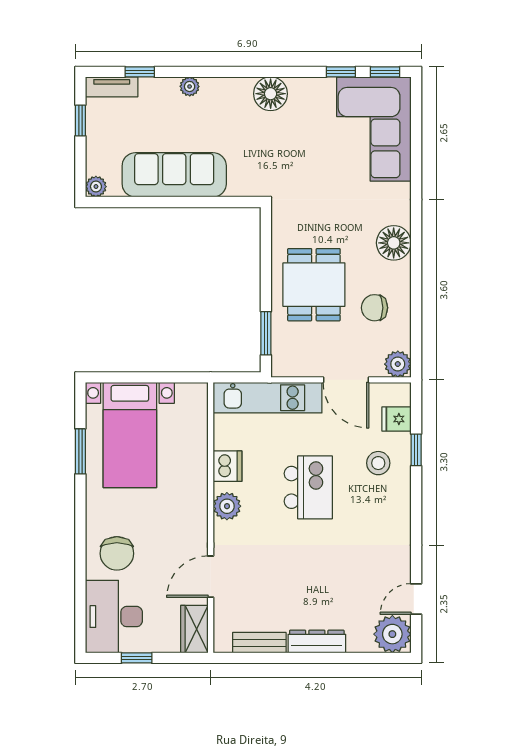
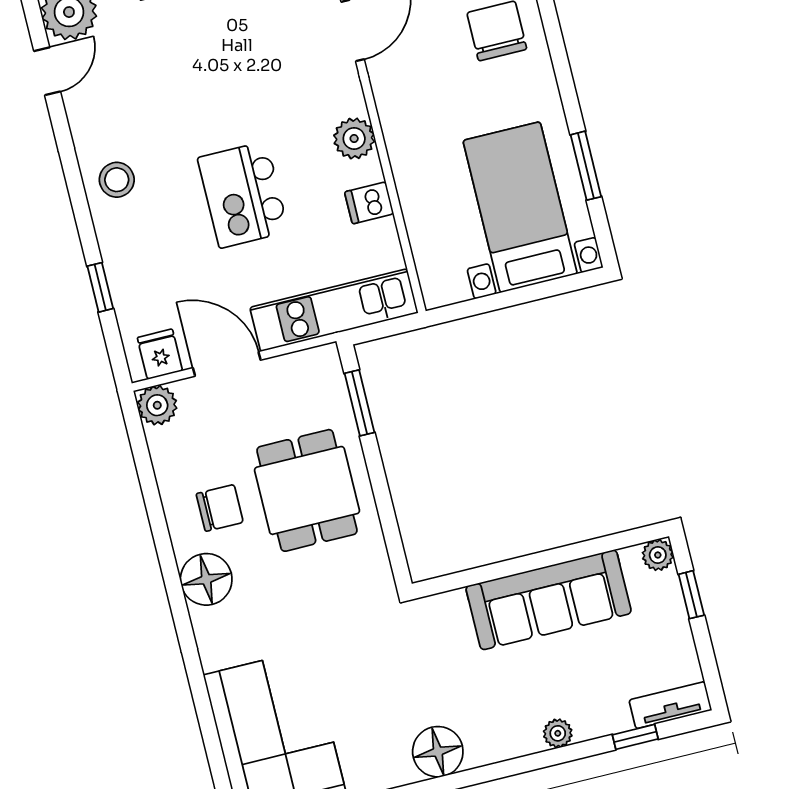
window: (80, 120) -> (691, 595), moved
chair: (375, 308) -> (220, 508), moved
fridge: (397, 419) -> (160, 354), moved, turned -90
stool: (378, 463) -> (117, 180), moved
dishwasher: (227, 466) -> (369, 203), width x0.73

